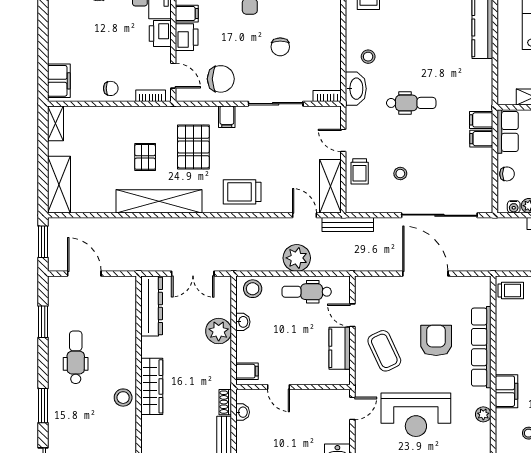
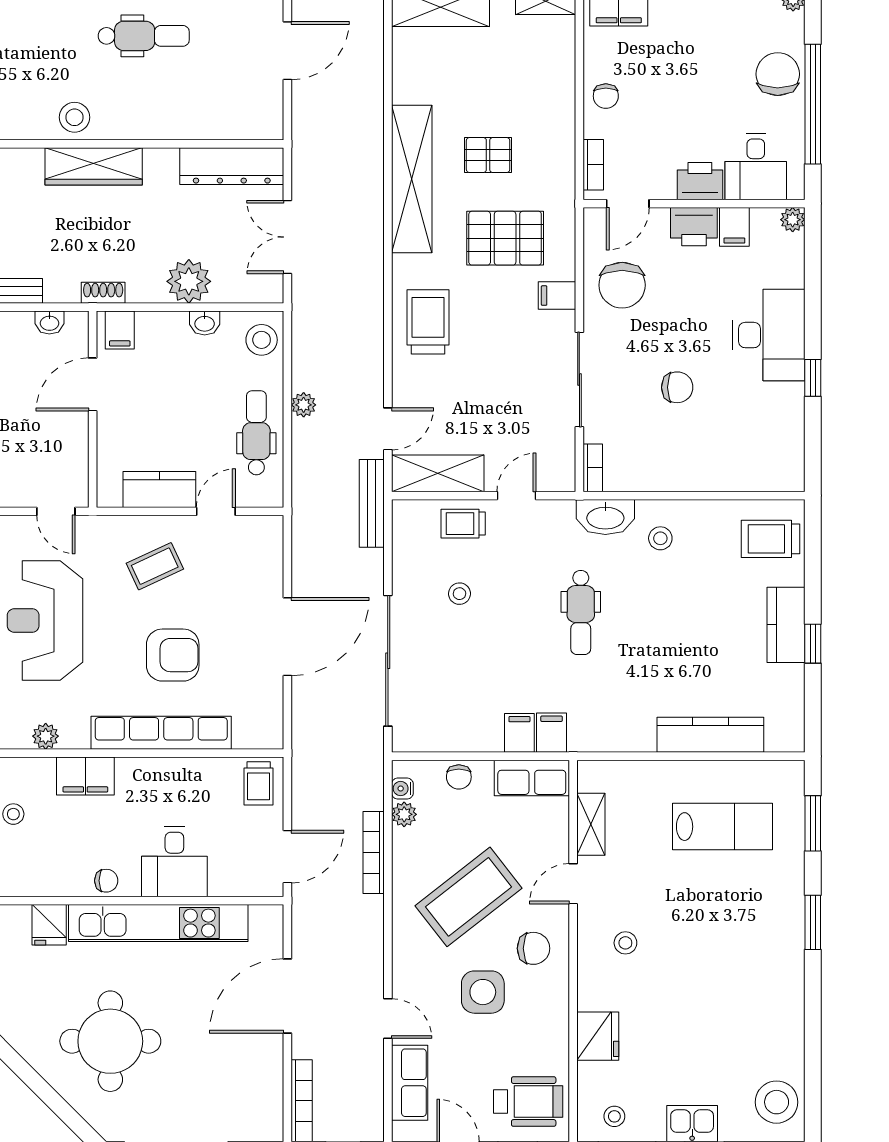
chair: (280, 47) -> (677, 387), turned 180
plant: (297, 258) -> (304, 405), width x0.53, depth x0.53
coffee table: (384, 351) -> (155, 566), width x0.73, depth x0.77
door: (279, 387) -> (93, 384), width x1.38
shoe rack: (225, 402) -> (103, 293), moved

